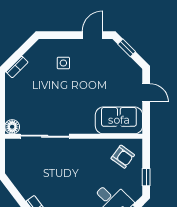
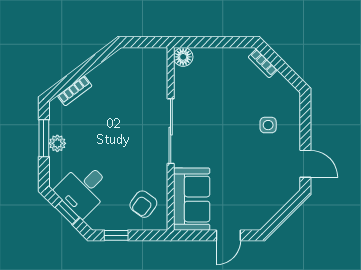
window: (127, 48) -> (288, 209), removed
sliding door: (45, 136) -> (171, 131), moved

